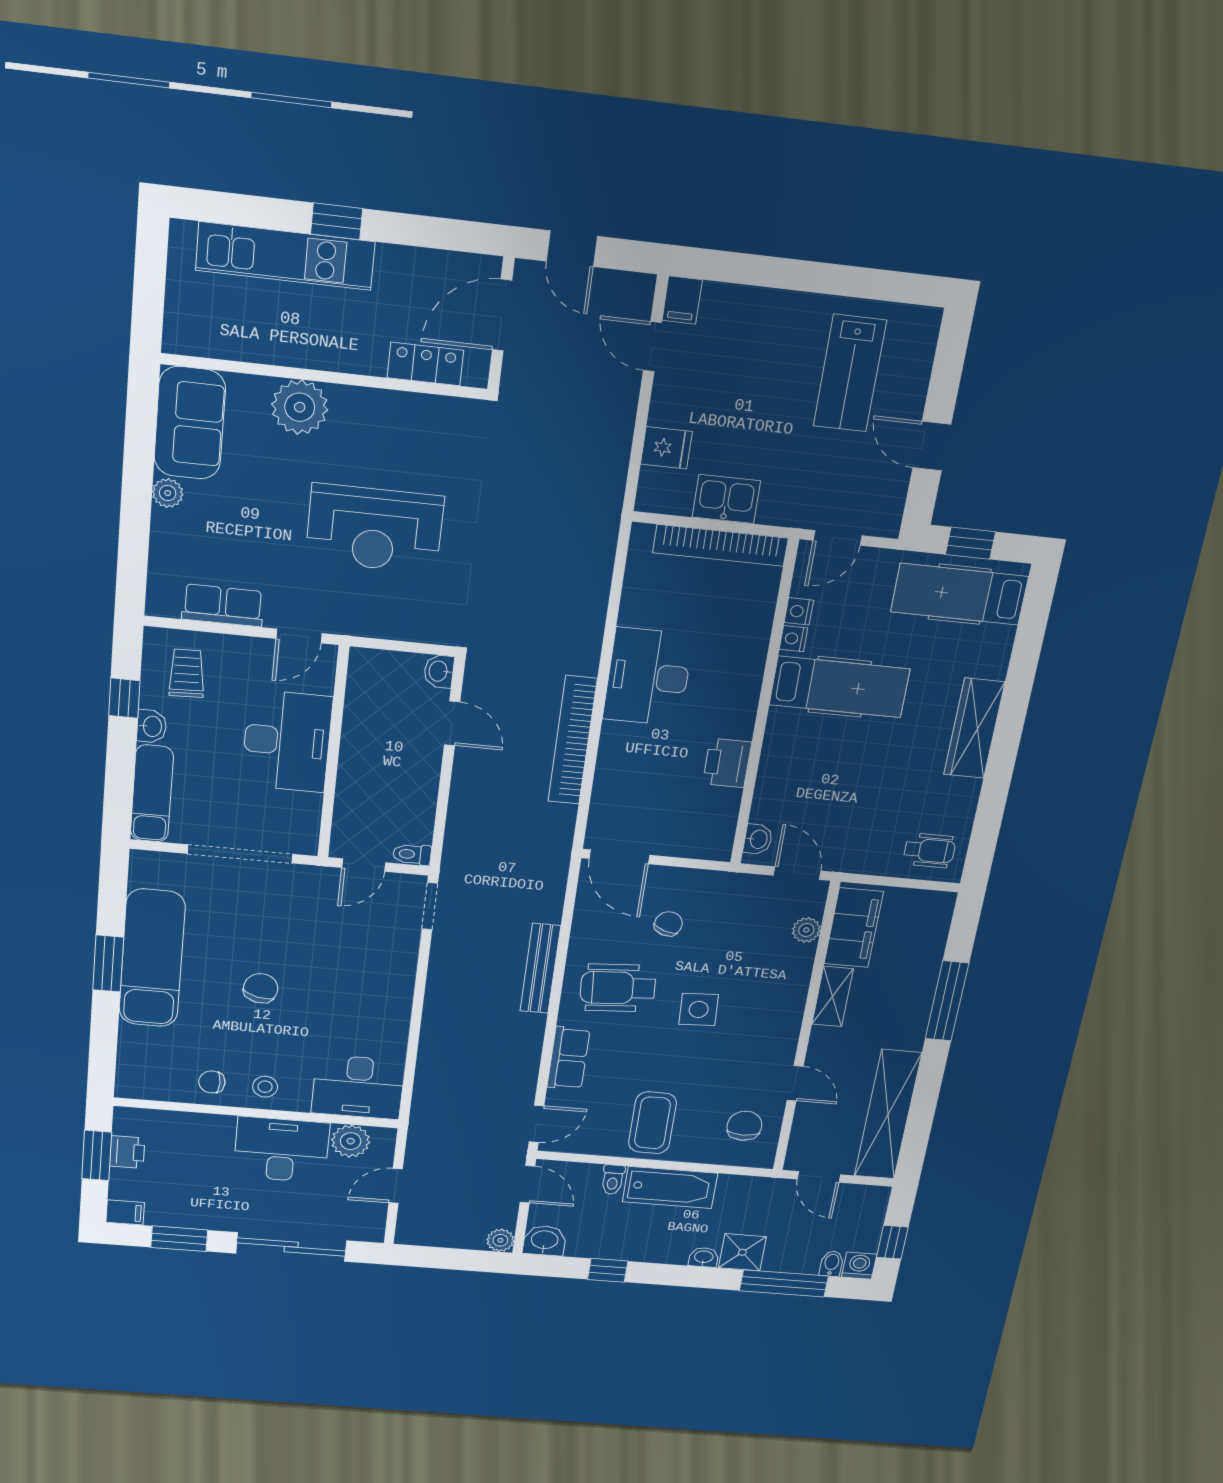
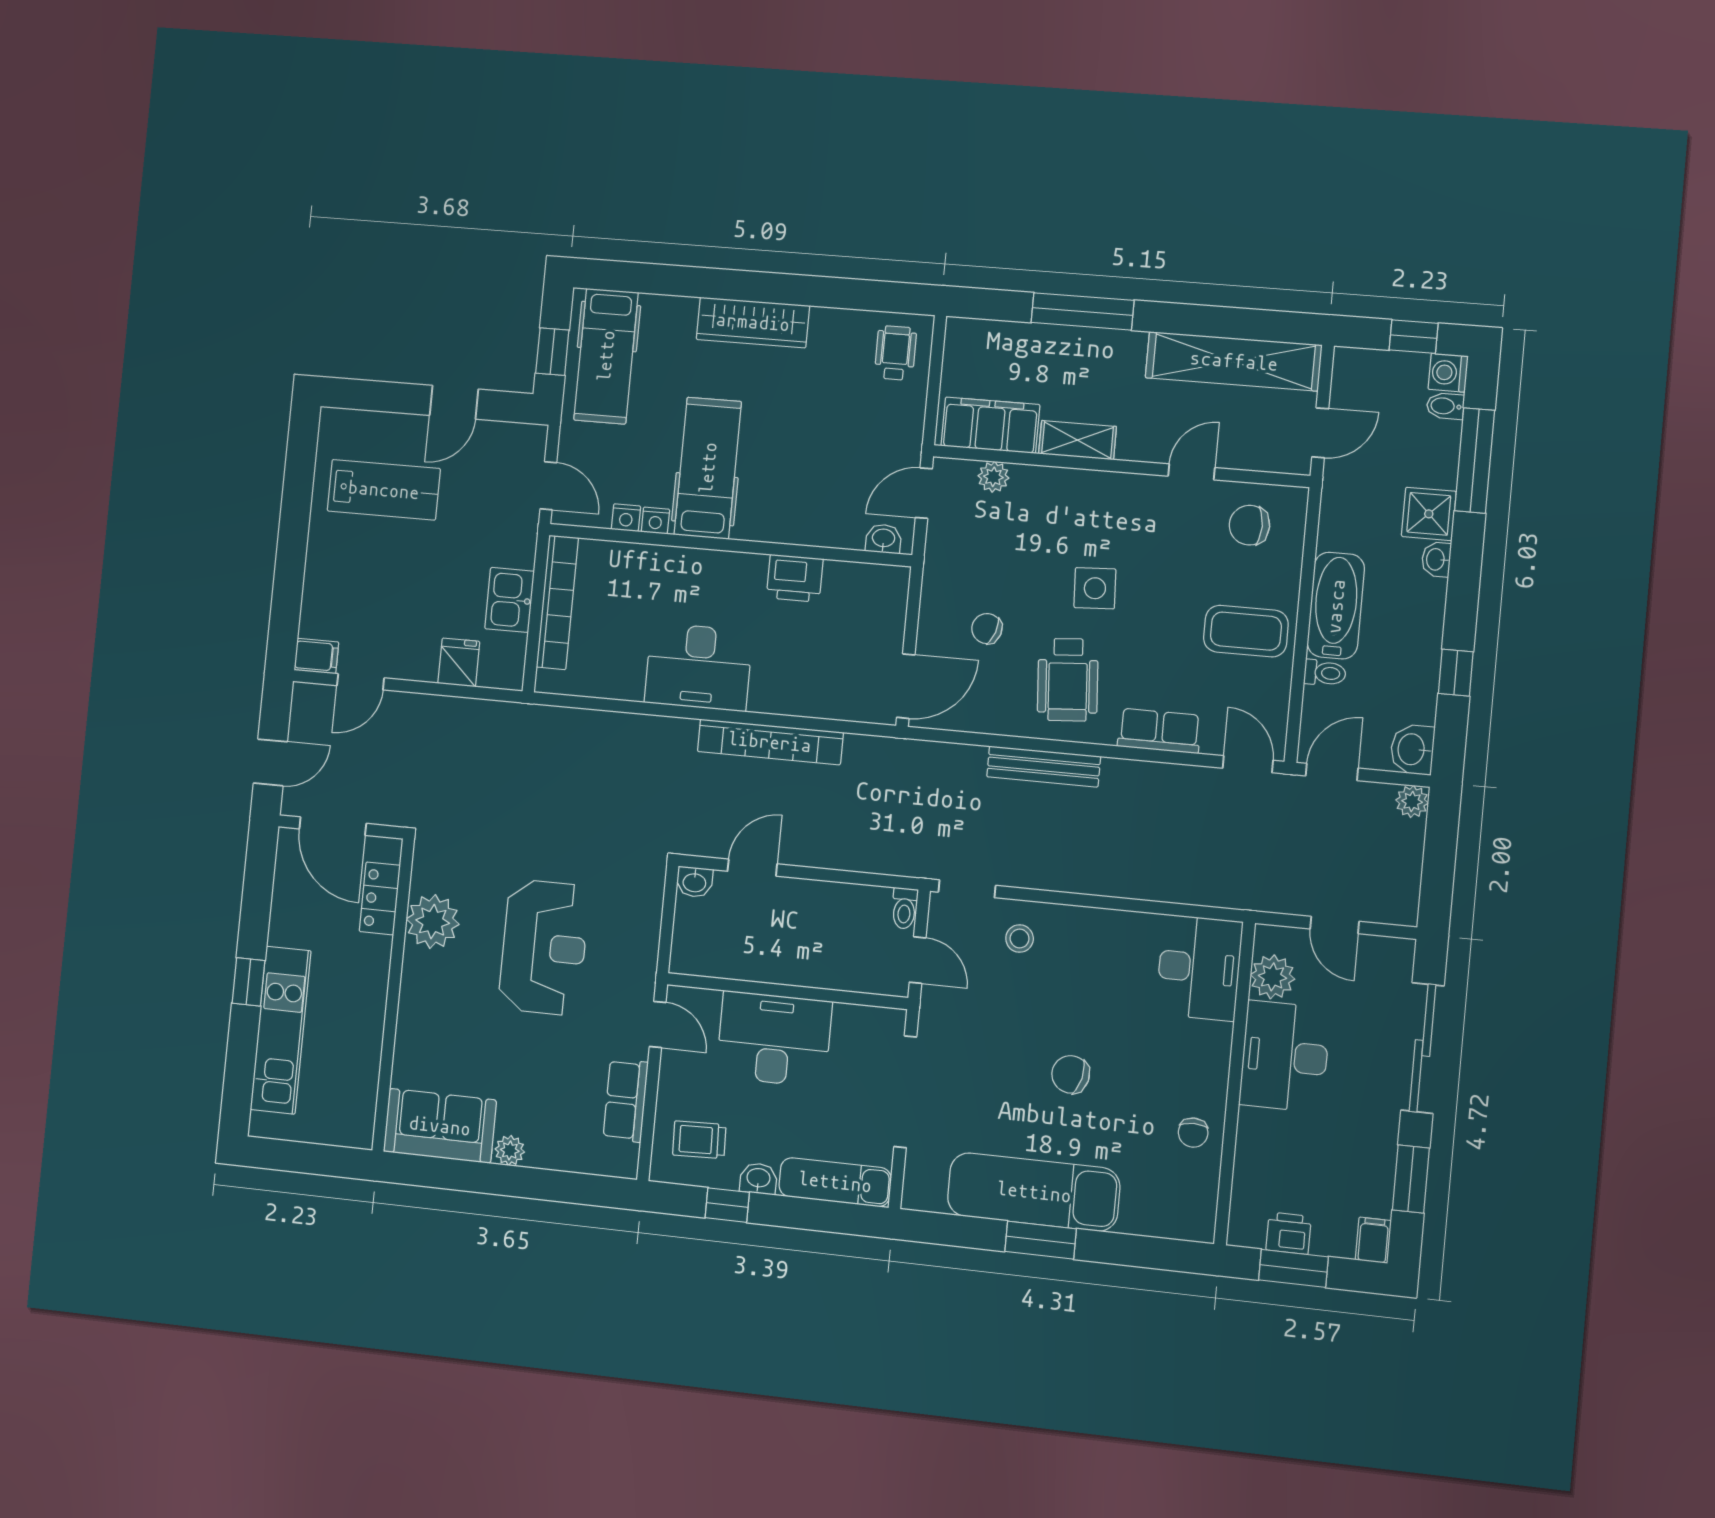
plant: (300, 407) -> (433, 922), moved
stool: (265, 1087) -> (1020, 939), moved

